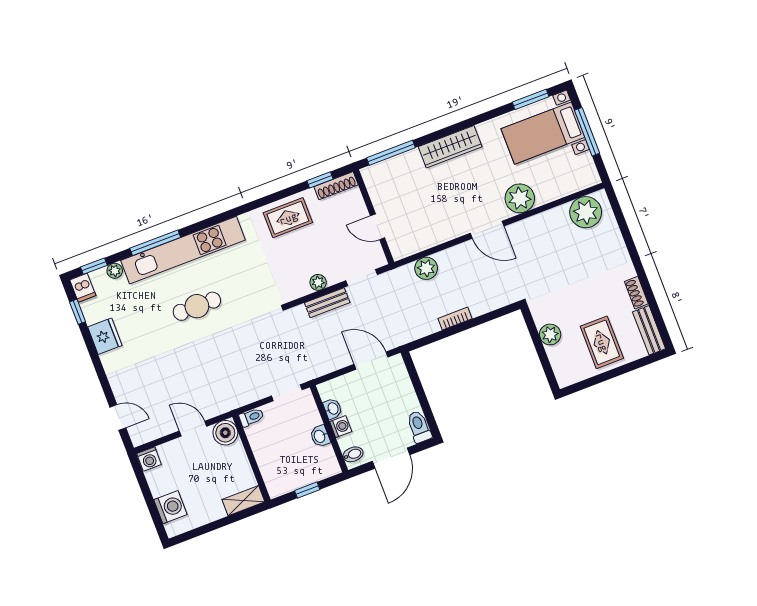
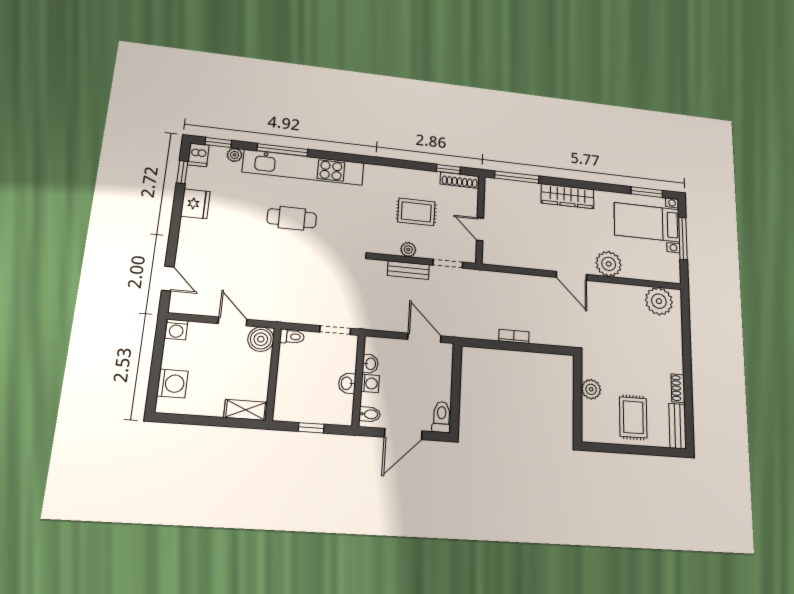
rug: (288, 218) -> (416, 212), moved
plant: (426, 268) -> (507, 282), removed

